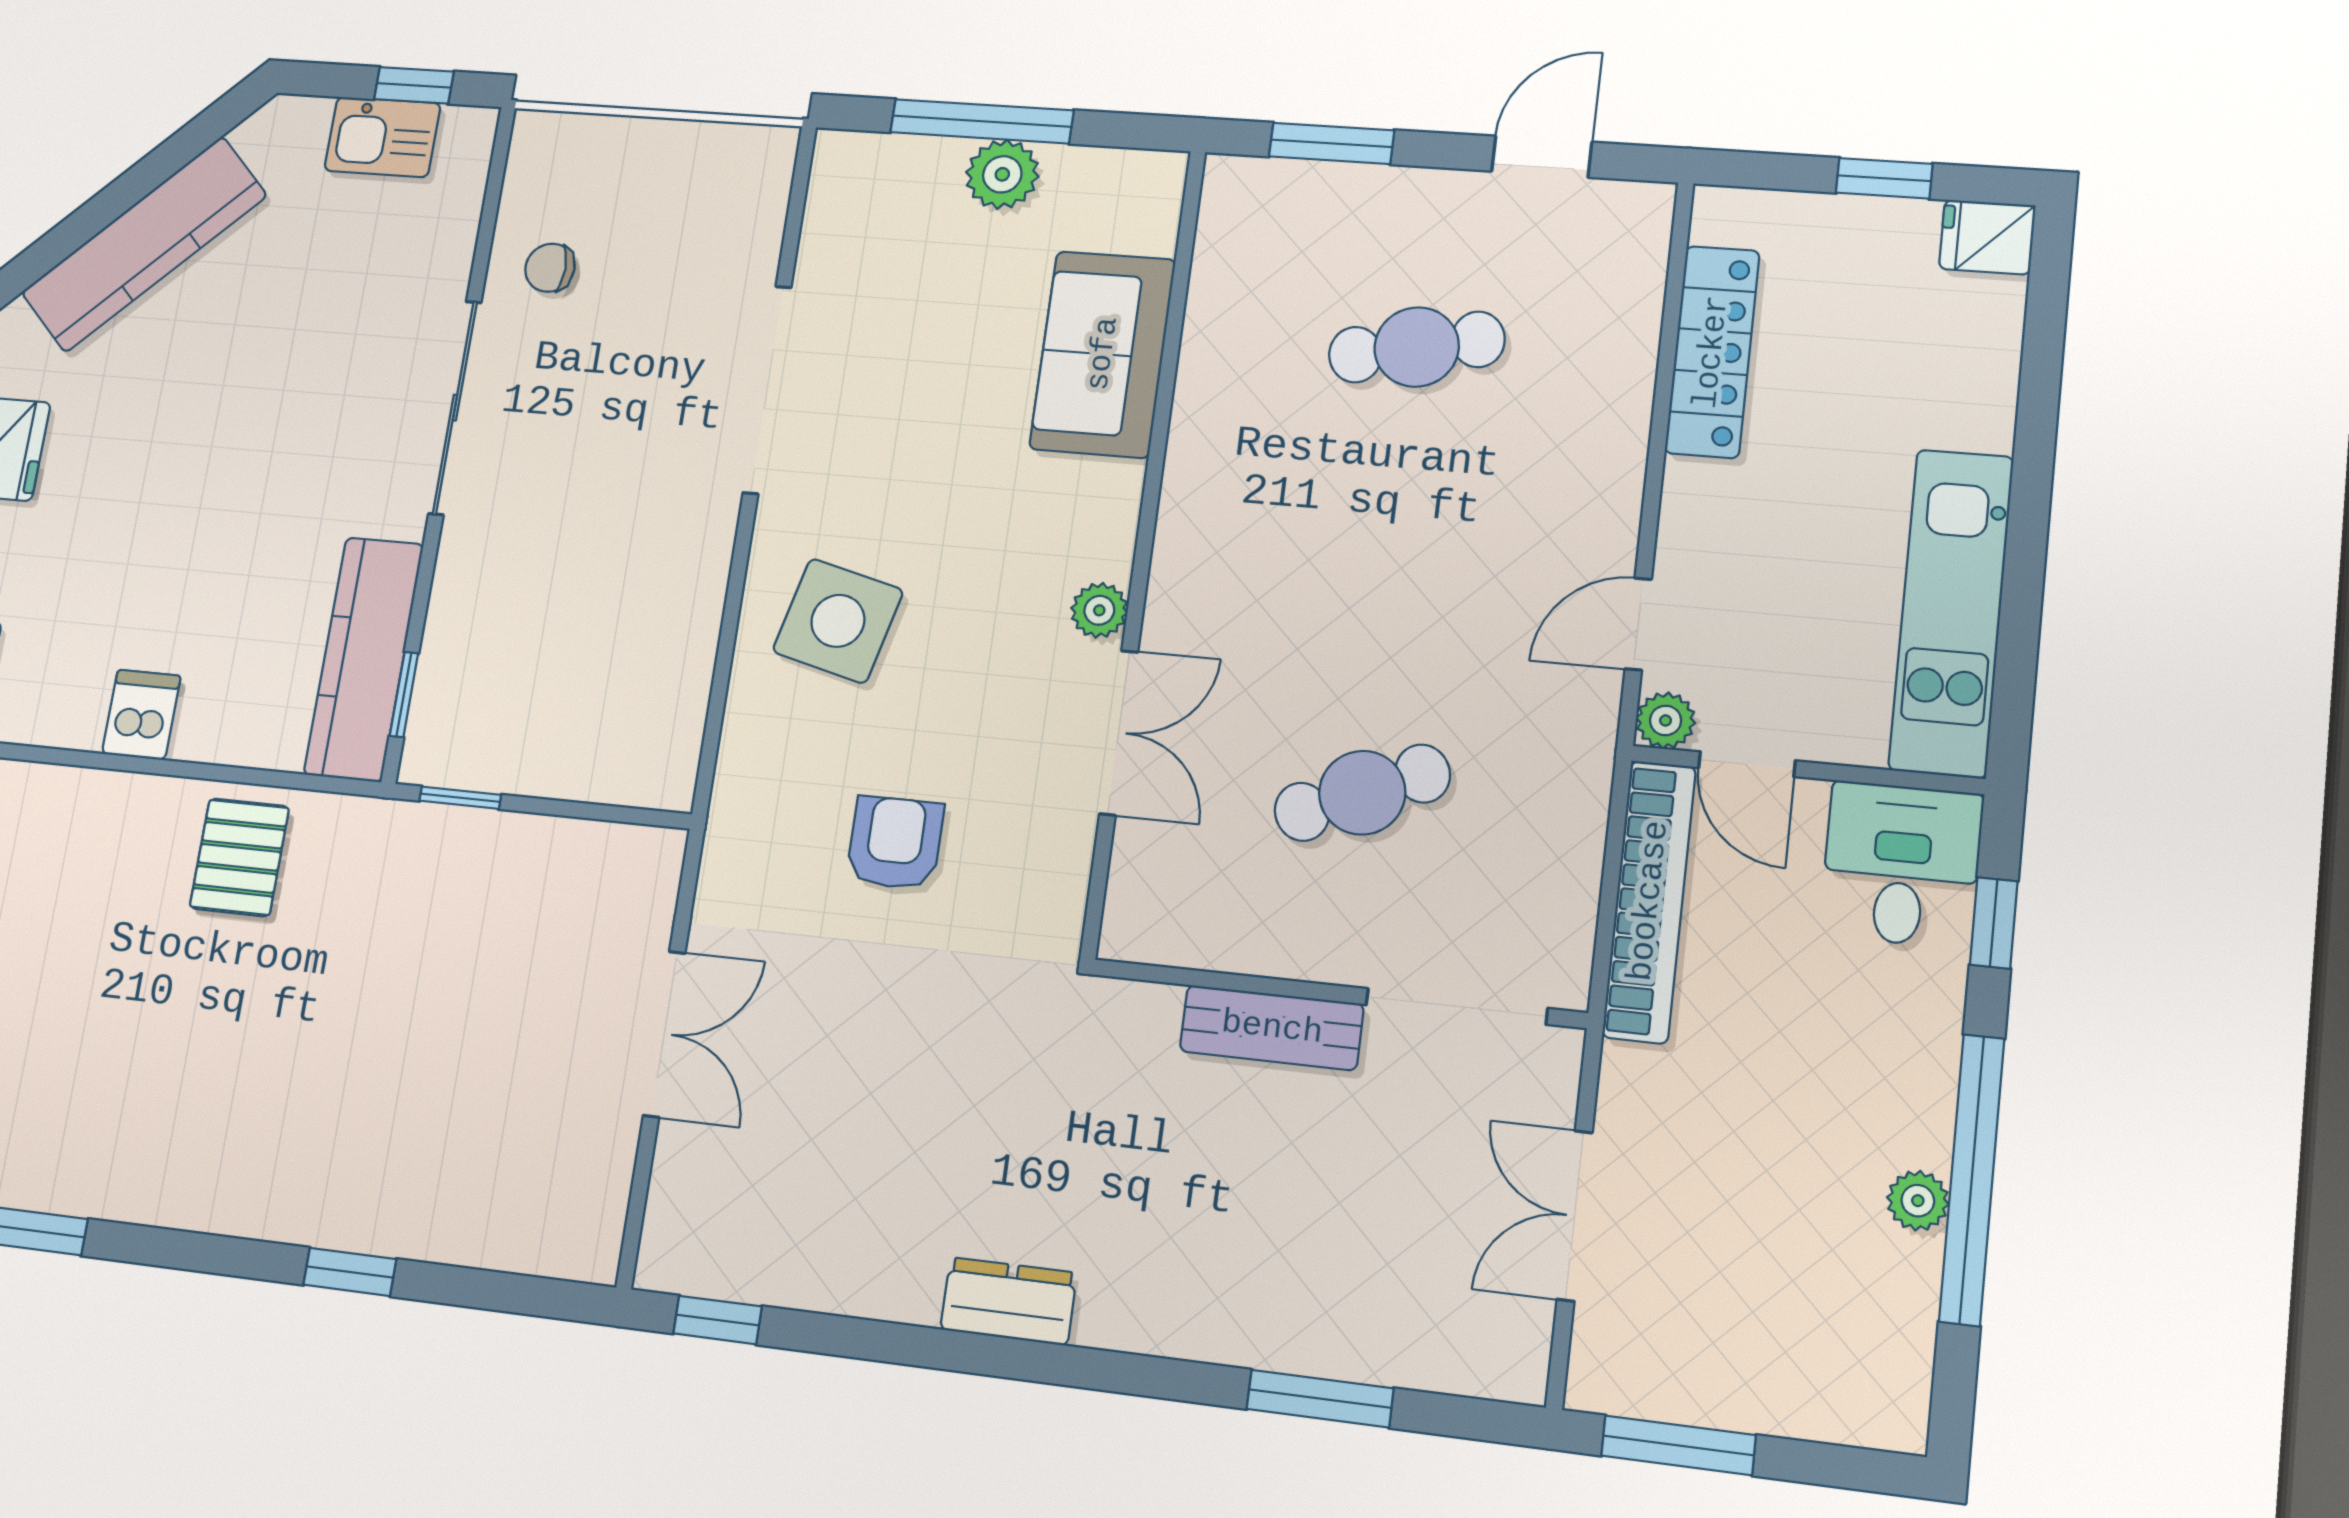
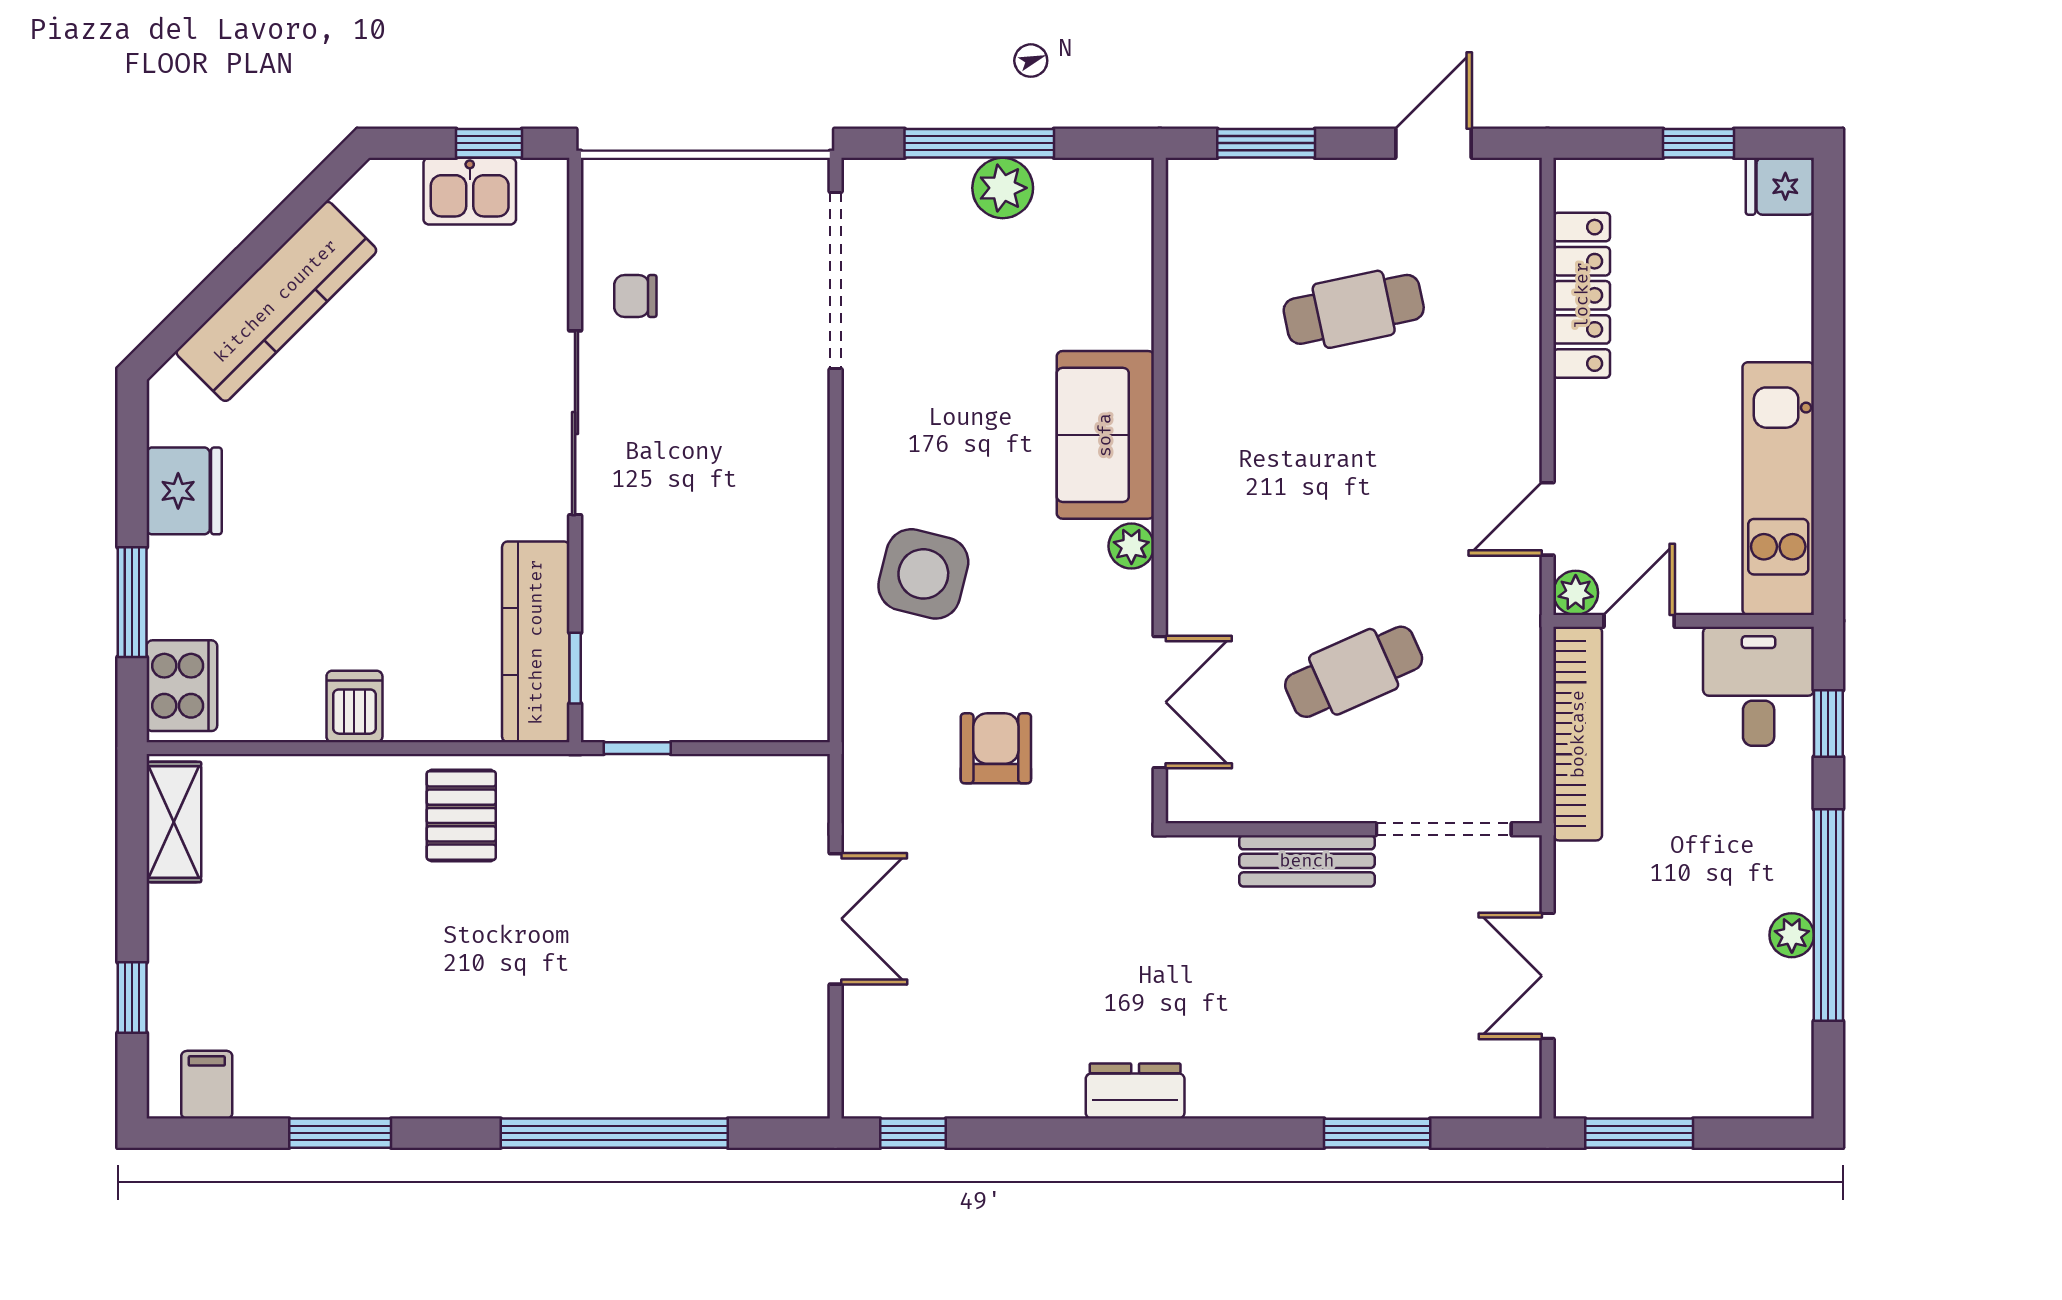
sofa: (1103, 354) -> (1105, 435), moved
doorway: (767, 390) -> (836, 280), moved
double door: (1119, 733) -> (1160, 702), moved
door: (1747, 764) -> (1639, 621), swing flipped
window: (350, 1272) -> (614, 1133), width x3.17

